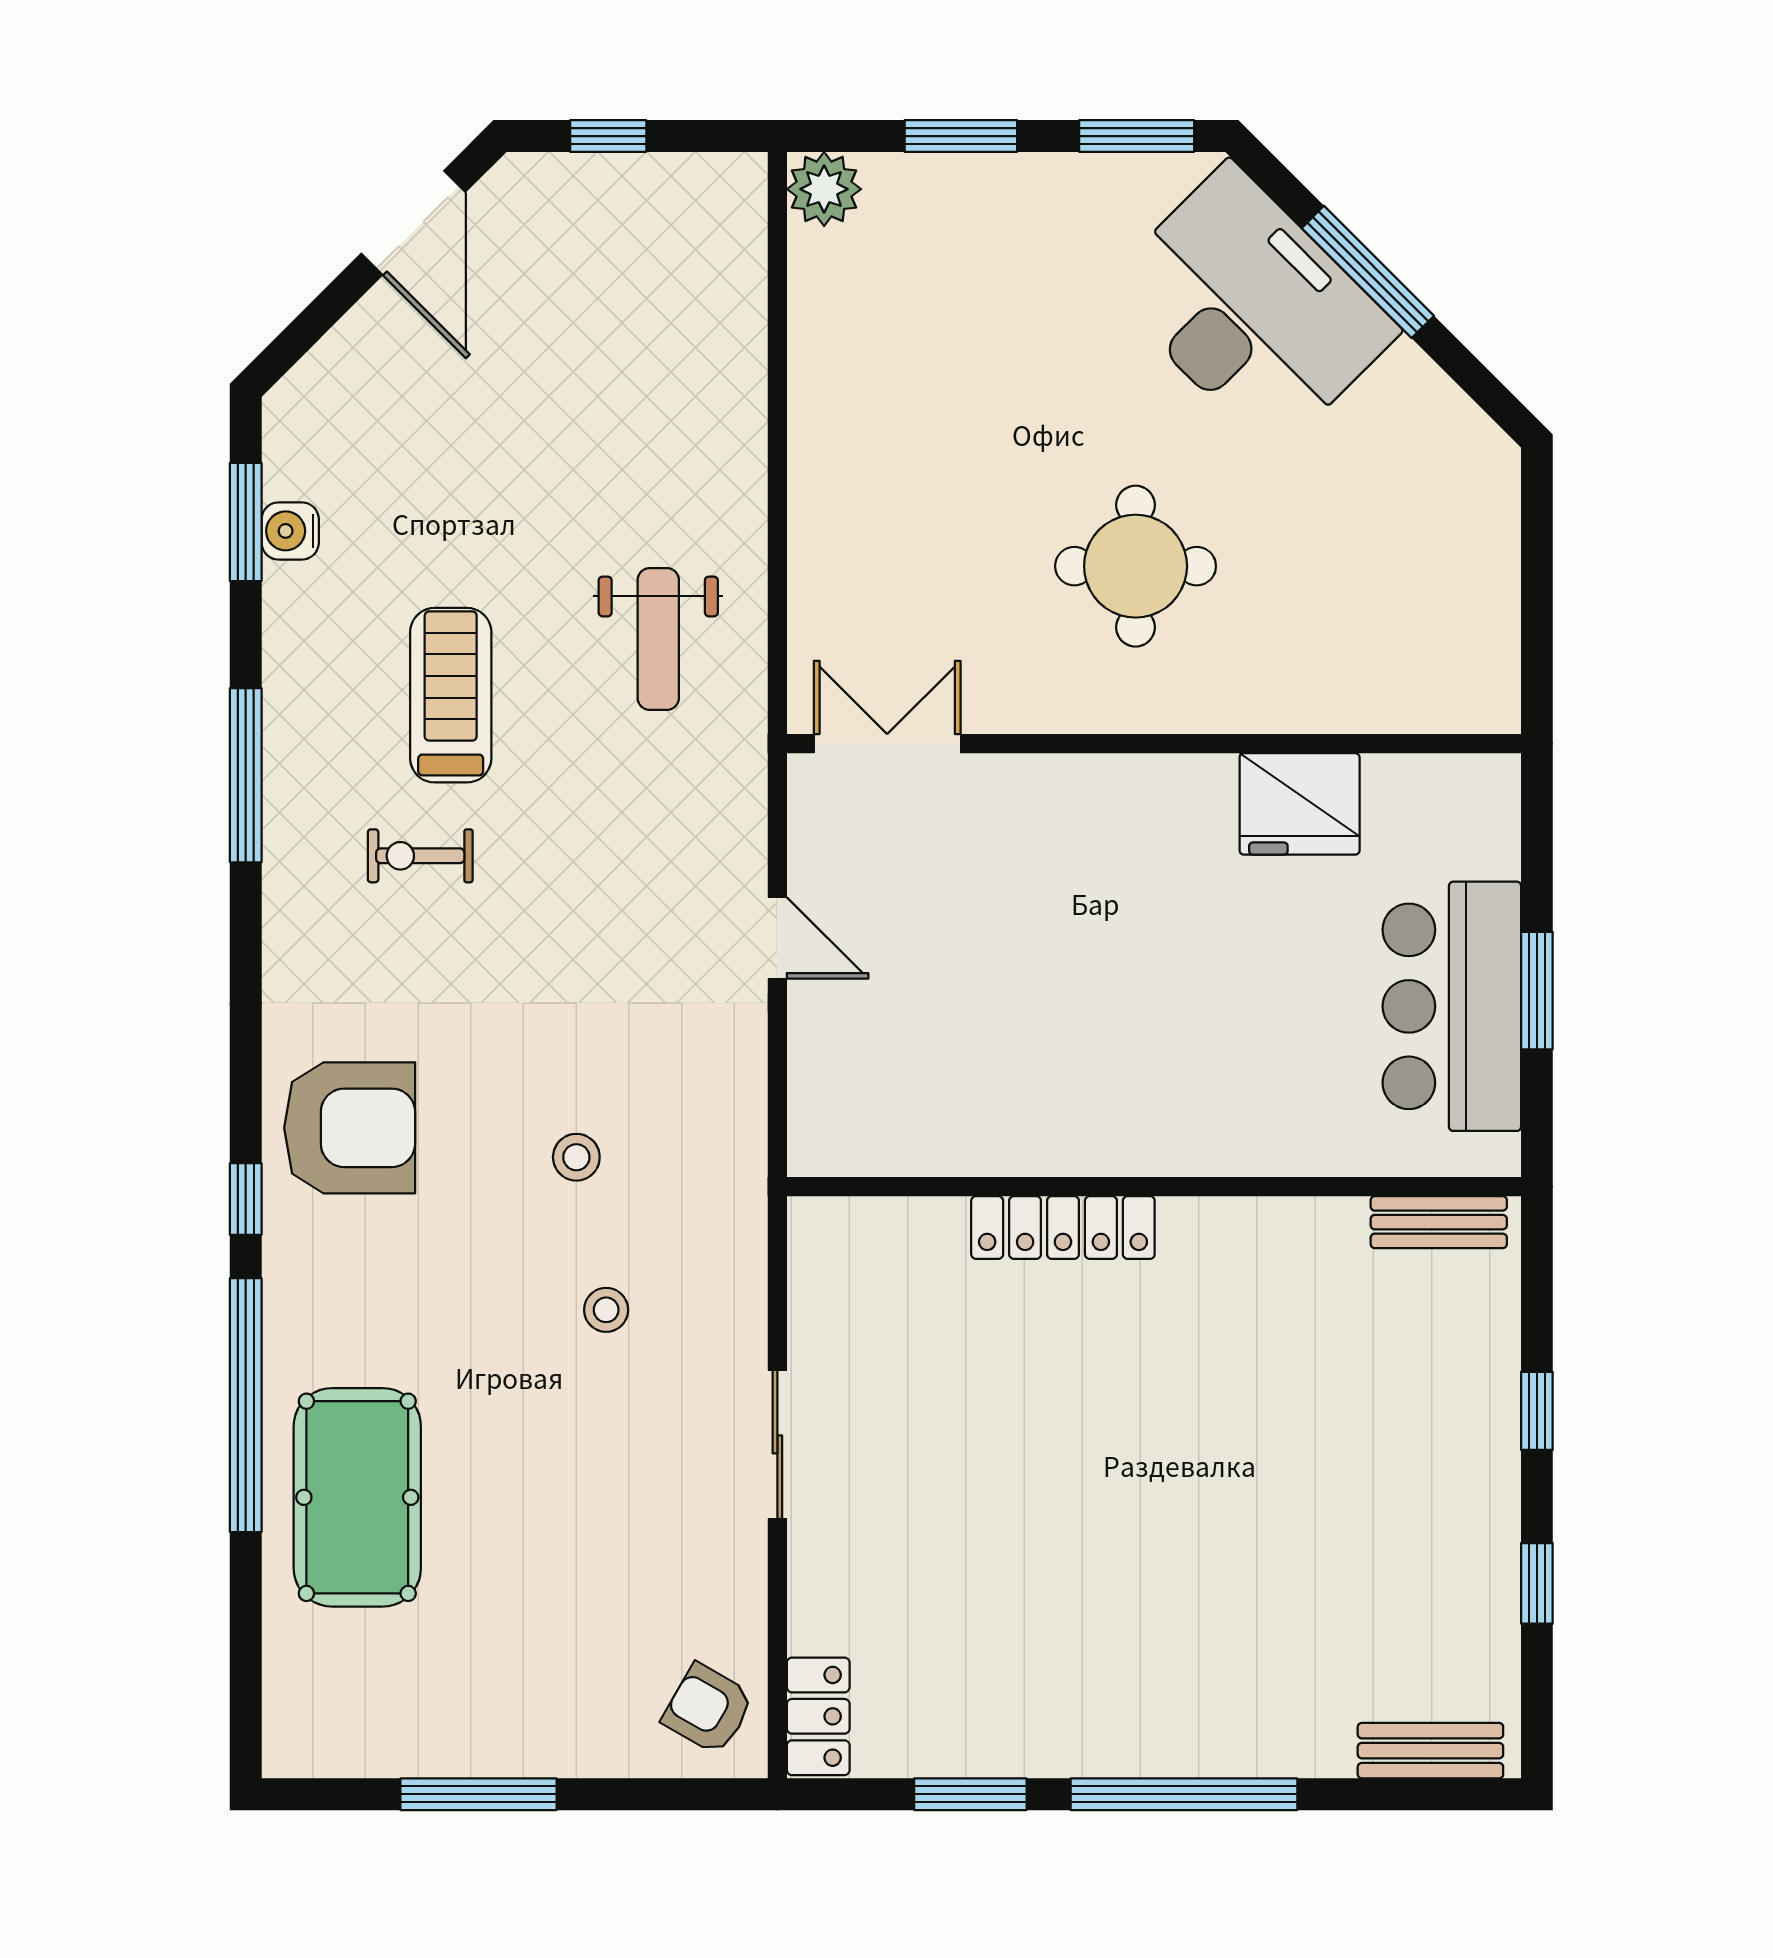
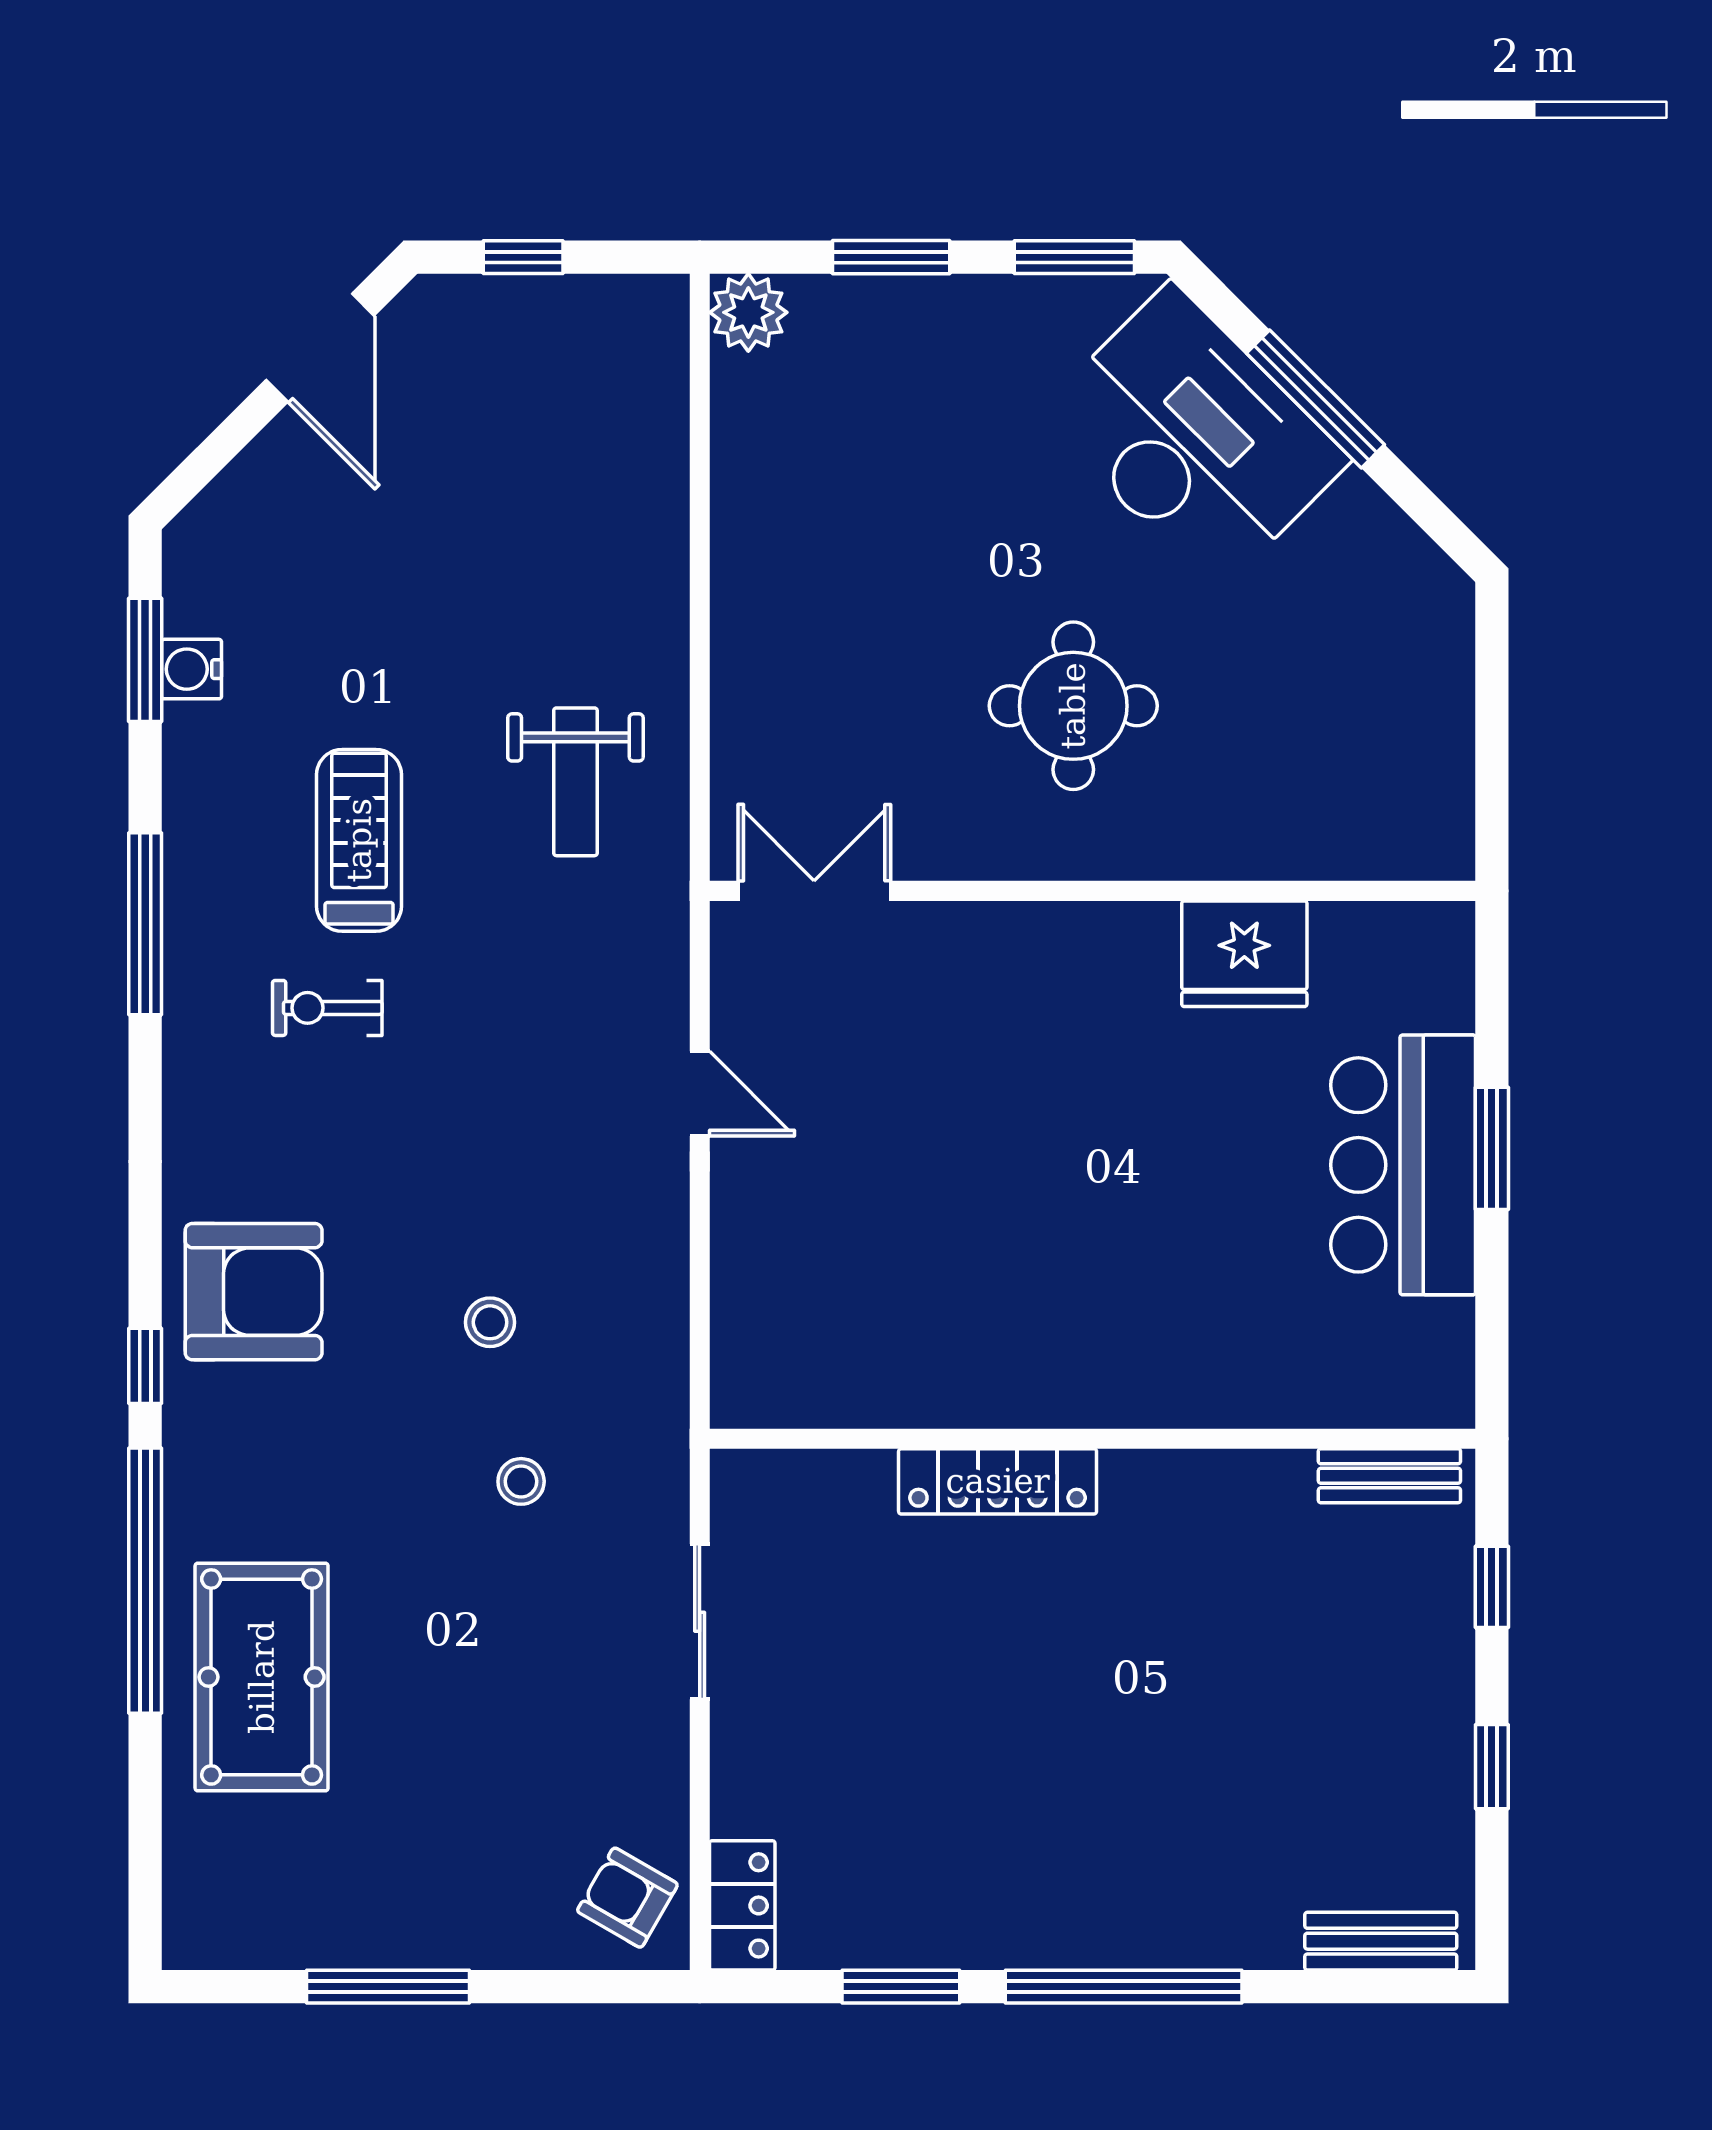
wall: (1154, 1187) -> (1092, 1439), moved
bench: (1439, 1222) -> (1389, 1476), moved
locker: (1063, 1227) -> (998, 1481), moved

